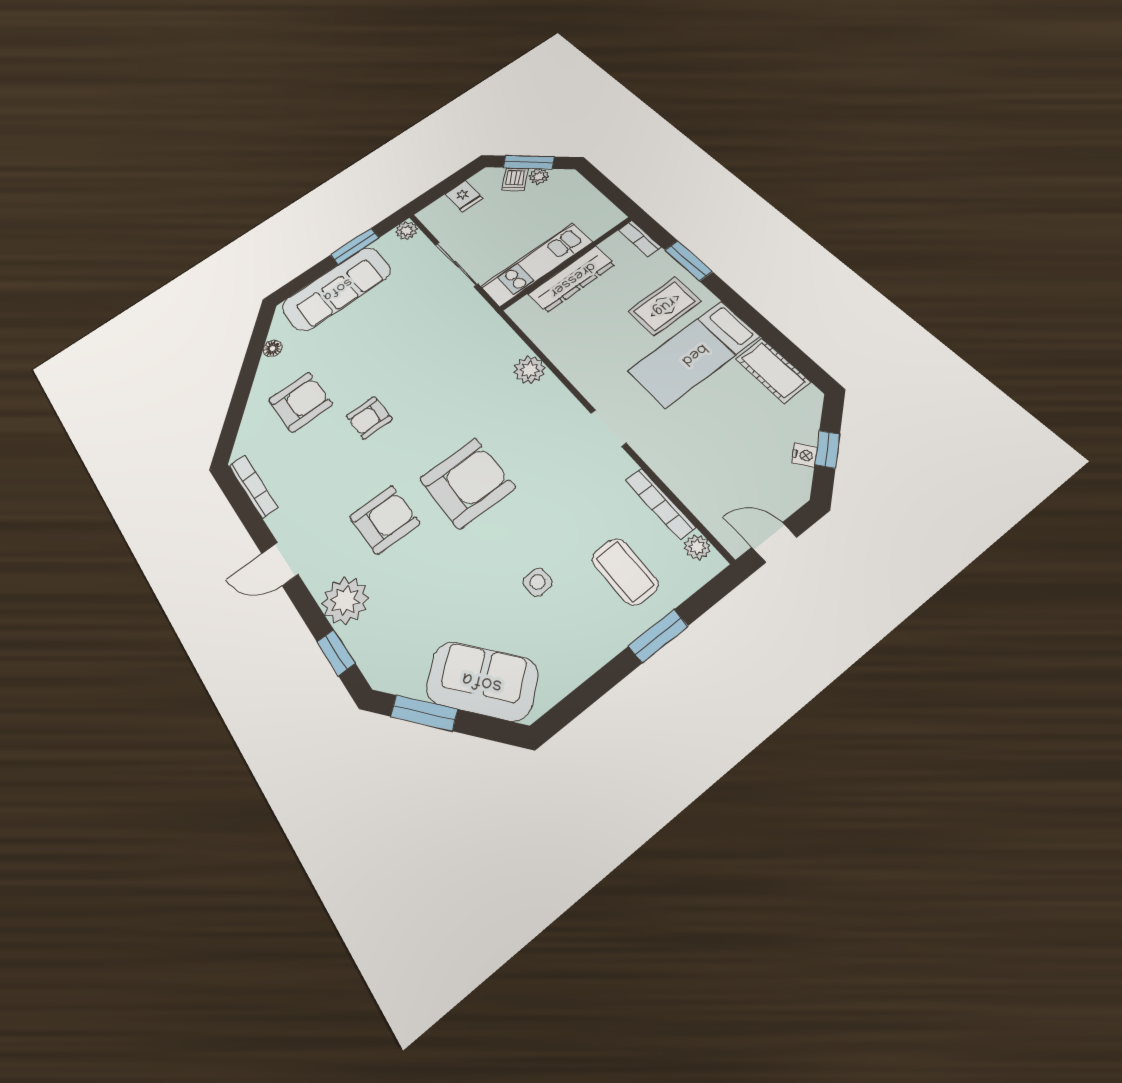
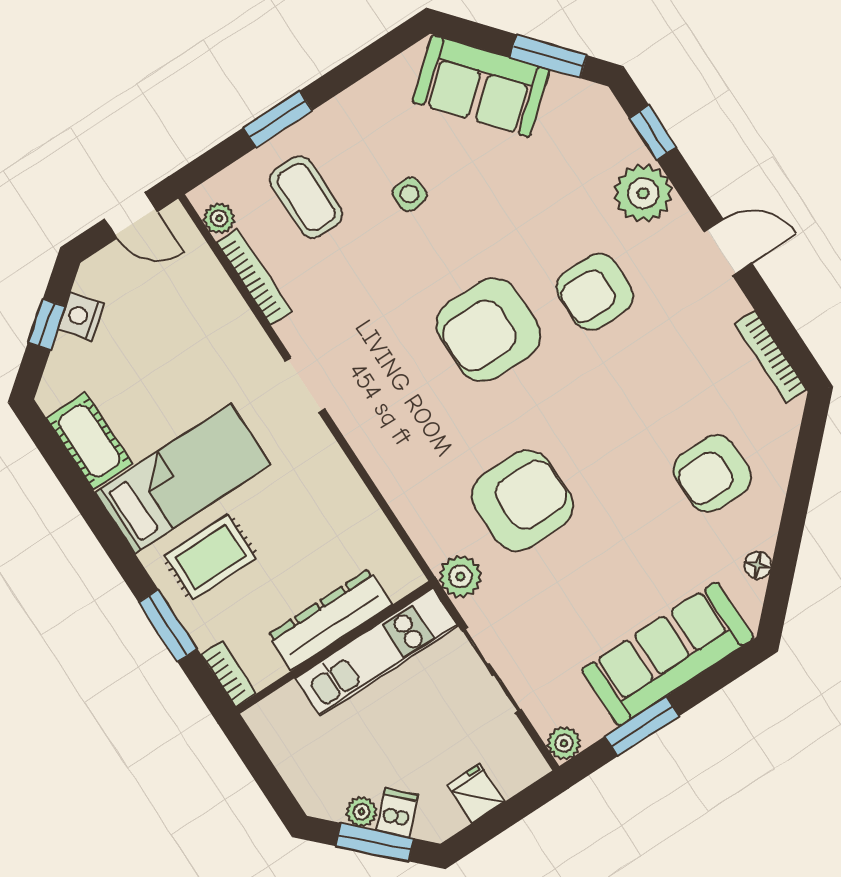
plant: (529, 370) -> (460, 577), moved
armchair: (369, 418) -> (522, 500), moved, width x1.88, depth x1.88
nightstand: (804, 455) -> (81, 316), width x1.39, depth x1.35

